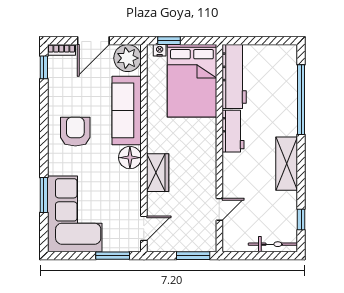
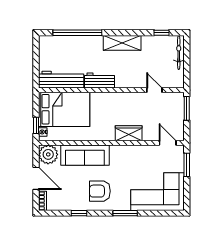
window: (44, 67) -> (79, 213), moved
floor lamp: (130, 158) -> (118, 153), removed
window: (44, 195) -> (125, 213), moved

